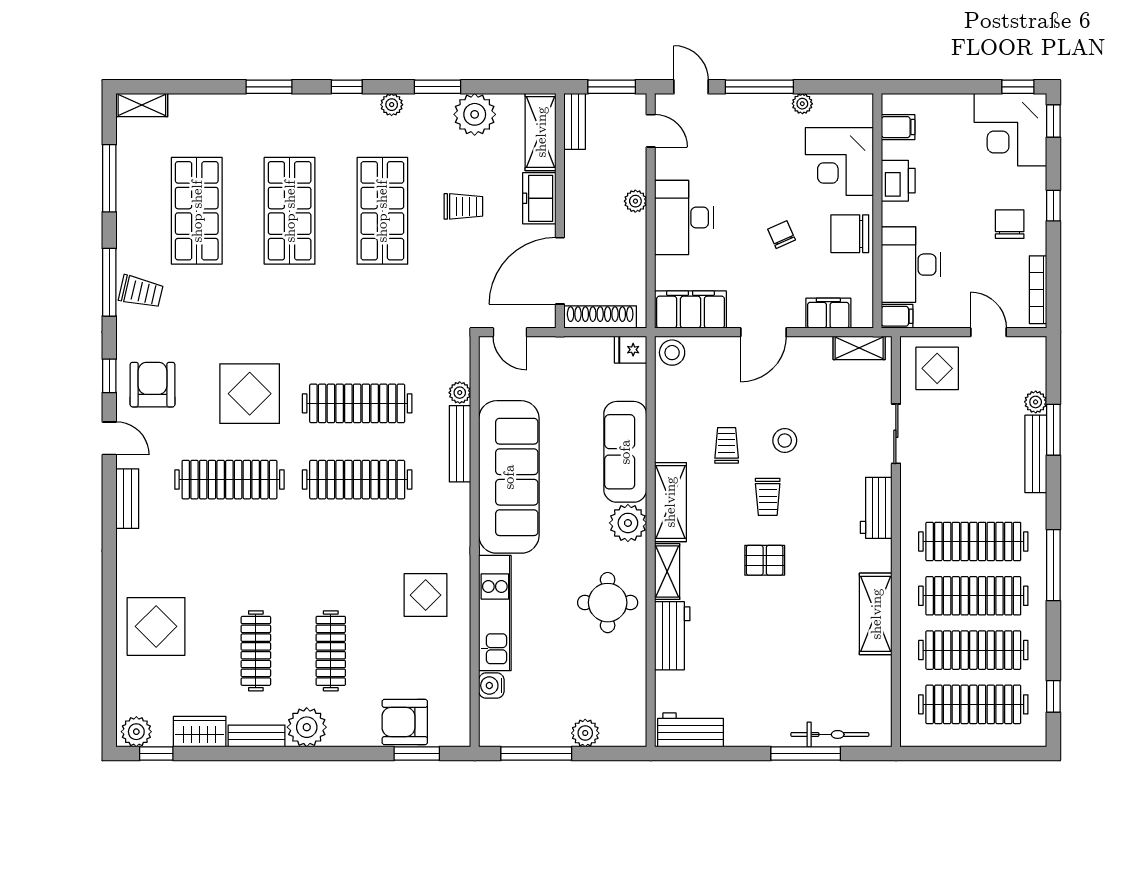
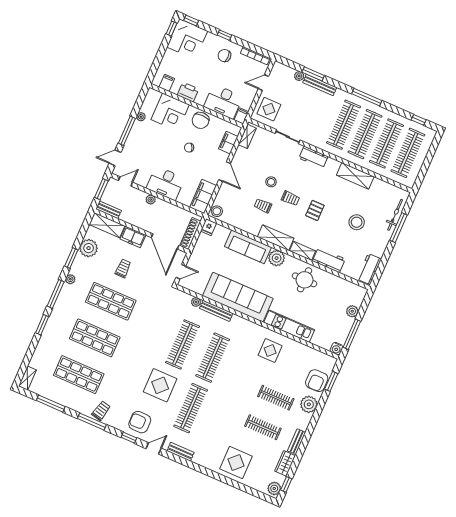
window: (347, 87) -> (56, 294), width x2.17
stool: (778, 660) -> (357, 222), added
water cooler: (491, 686) -> (336, 349), moved
plant: (307, 727) -> (309, 404), moved

